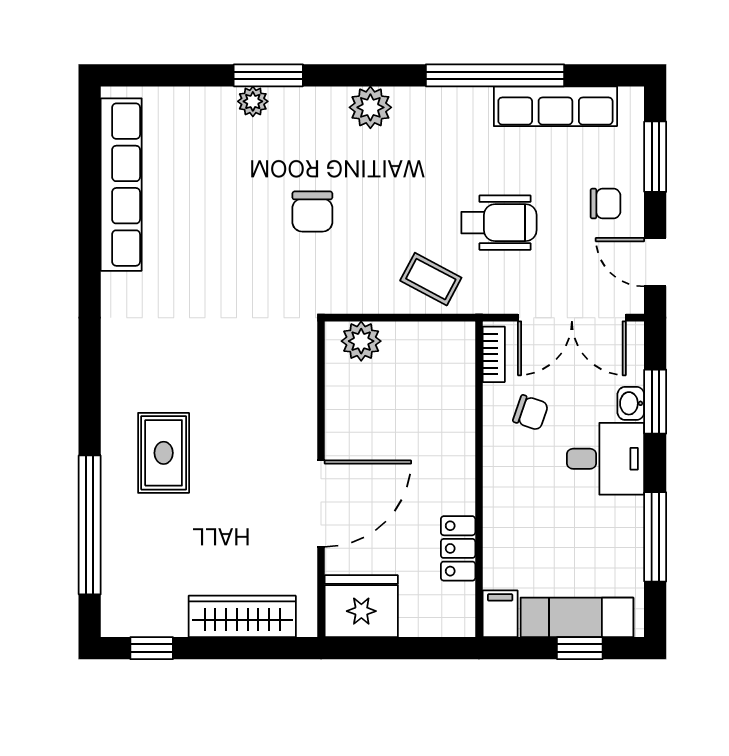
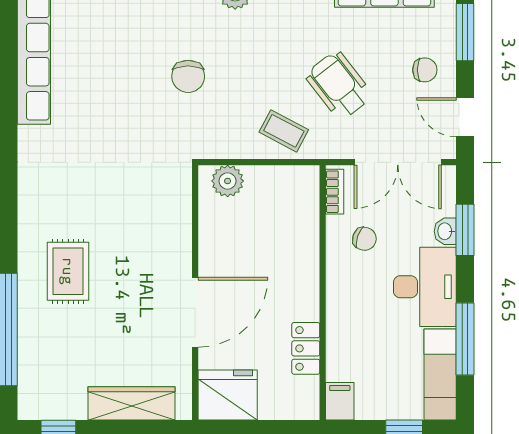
wheelchair: (499, 223) -> (339, 85), turned -128
desk: (605, 459) -> (425, 287), width x1.37
exam couch: (577, 617) -> (440, 374), moved, turned -90

